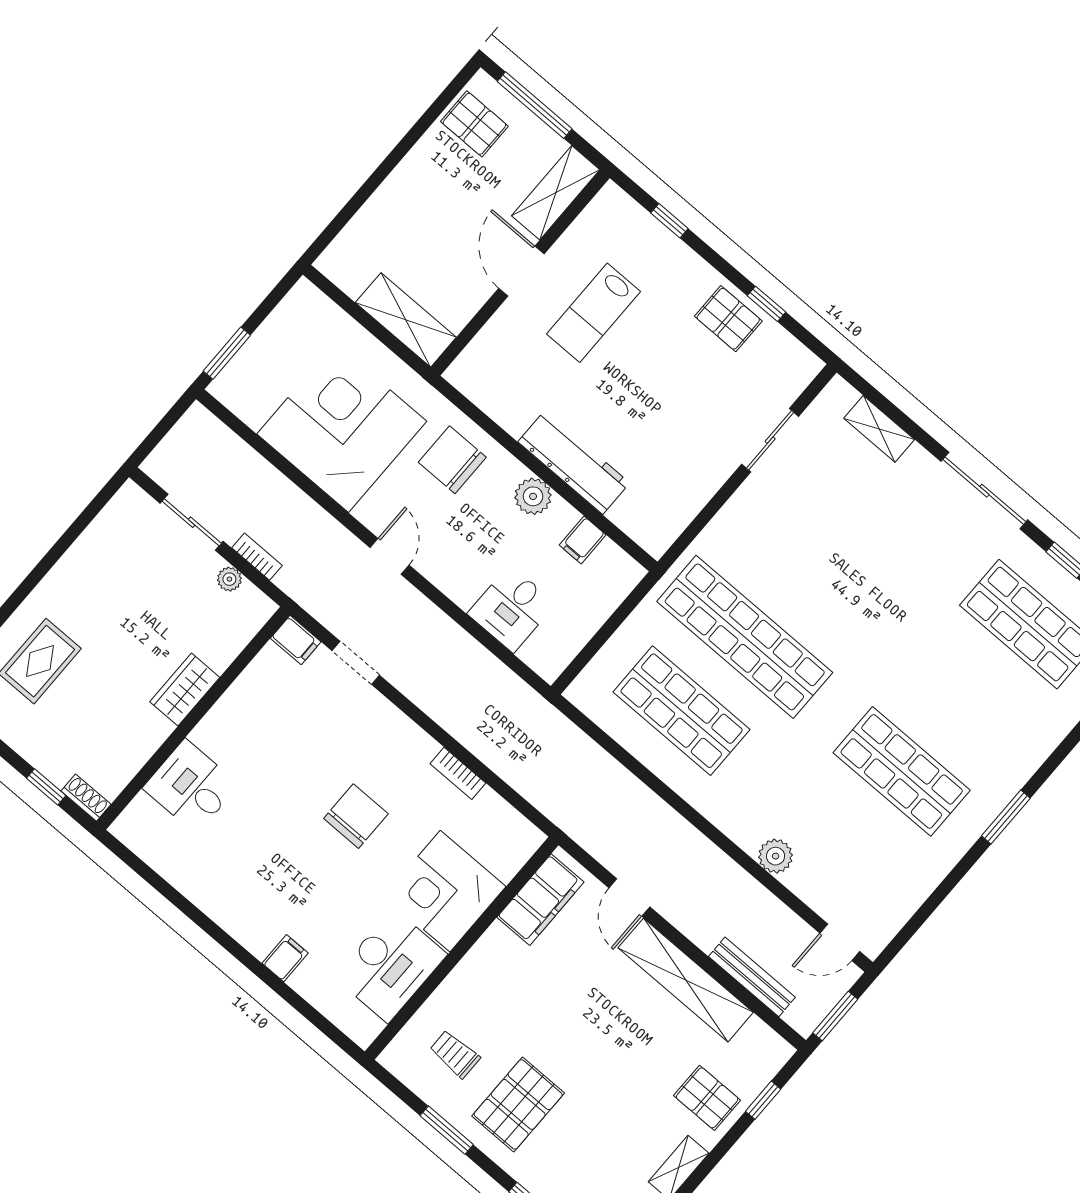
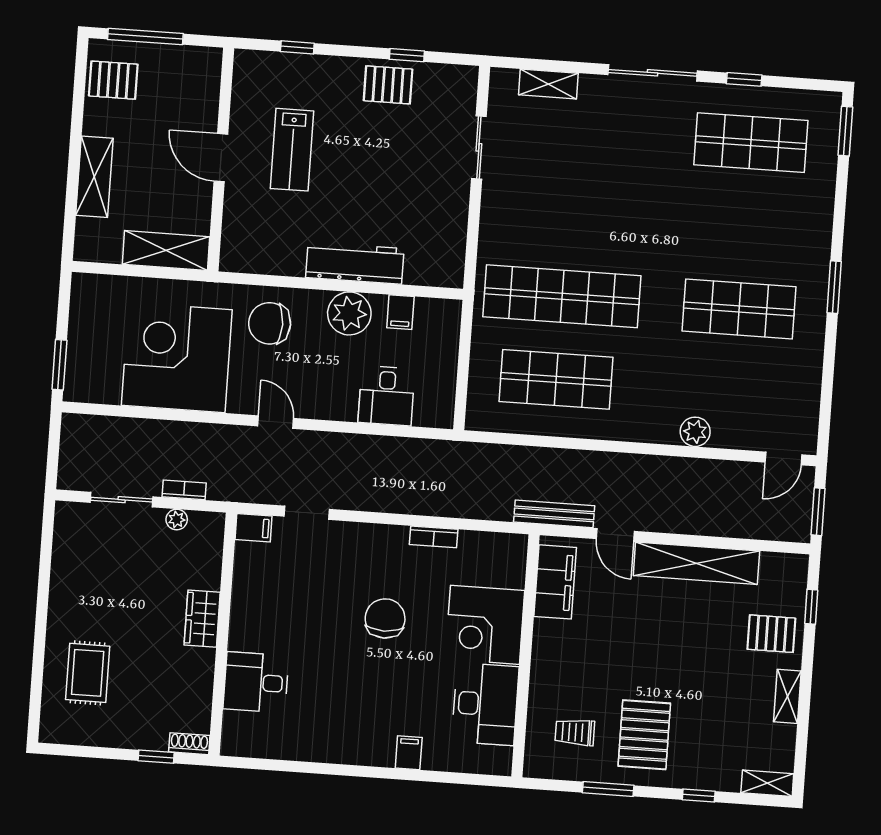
shelving: (556, 193) -> (94, 177), moved
plant: (533, 496) -> (349, 313), width x1.36, depth x1.36
bench: (752, 977) -> (554, 514), moved

